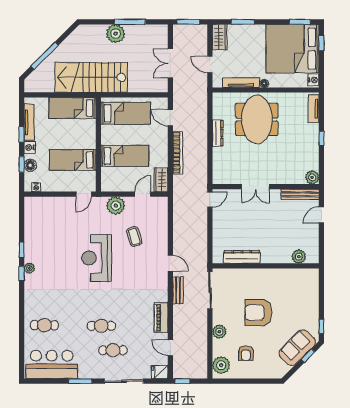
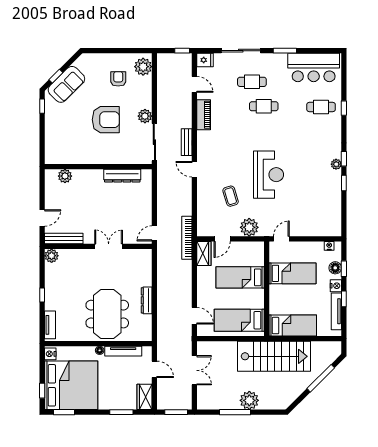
bookcase: (178, 153) -> (187, 238), moved
window: (22, 324) -> (344, 108), added
plant: (219, 332) -> (145, 116), moved

